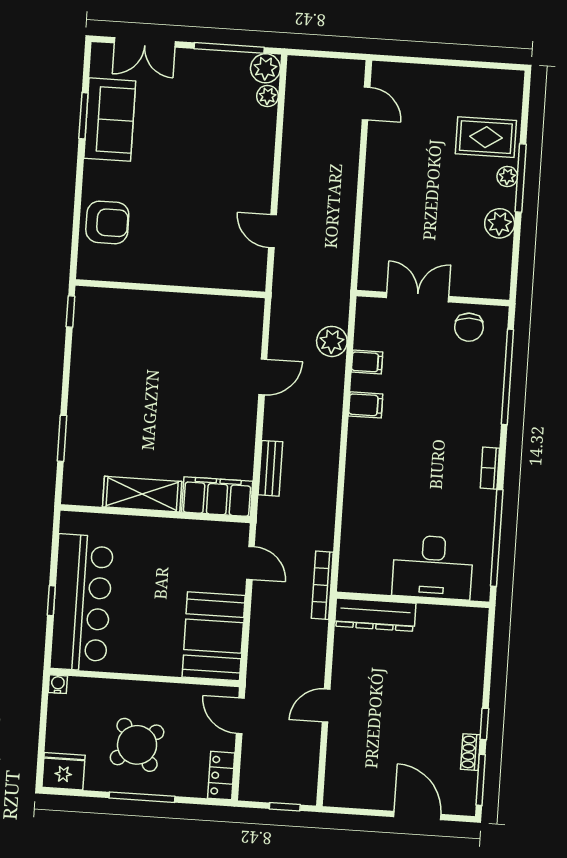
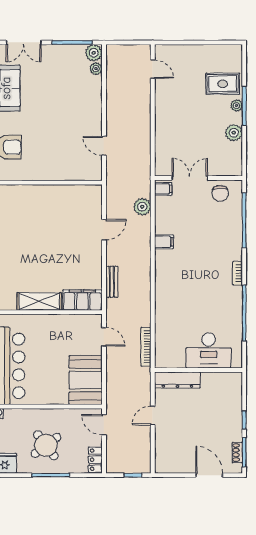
filing cabinet: (367, 362) -> (163, 189), moved
desk: (433, 567) -> (209, 350), moved
wall: (413, 600) -> (198, 370), moved
dresser: (375, 615) -> (177, 380), moved
shoe rack: (471, 752) -> (237, 453), moved

